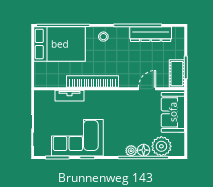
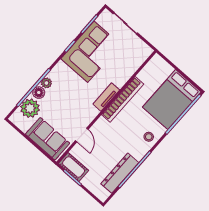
tv unit: (69, 96) -> (106, 97), moved

